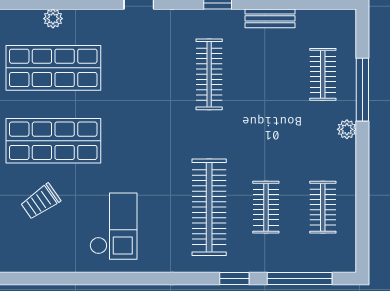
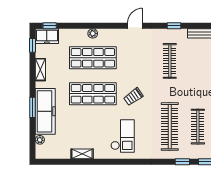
trolley: (41, 201) -> (133, 97), moved
clothes rail: (266, 207) -> (198, 127), width x1.36
shelving: (31, 263) -> (82, 154), added

